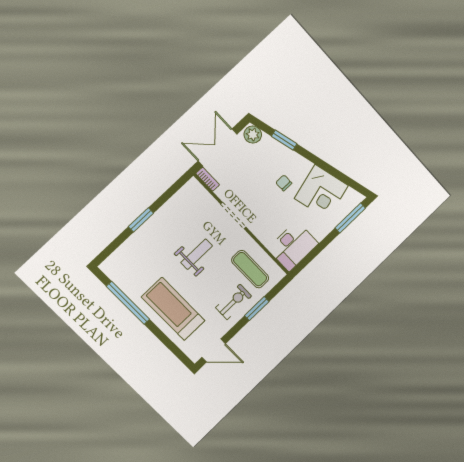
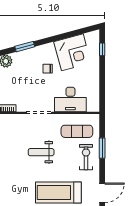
window: (350, 218) -> (102, 49), width x0.46
desk: (293, 246) -> (70, 99), moved, turned 90
weight bench: (197, 254) -> (41, 152), turned -90

